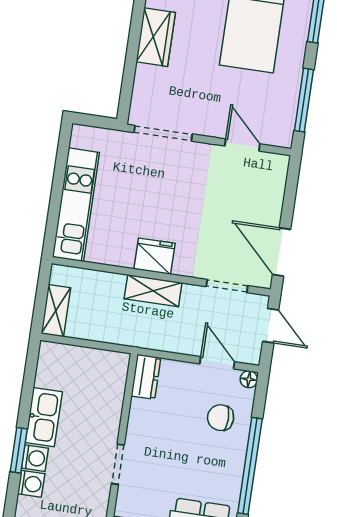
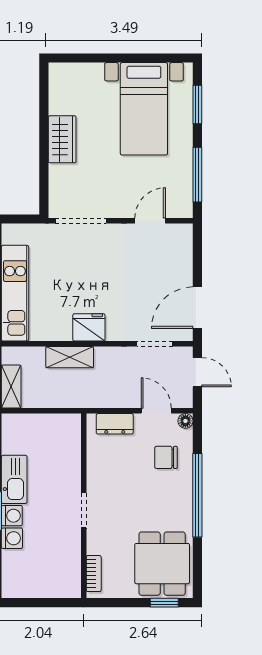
door: (242, 145) -> (150, 221), hinge flipped
door: (282, 252) -> (197, 308), hinge flipped
shelving: (153, 291) -> (70, 357), moved
dresser: (146, 377) -> (115, 424), moved, turned 90

